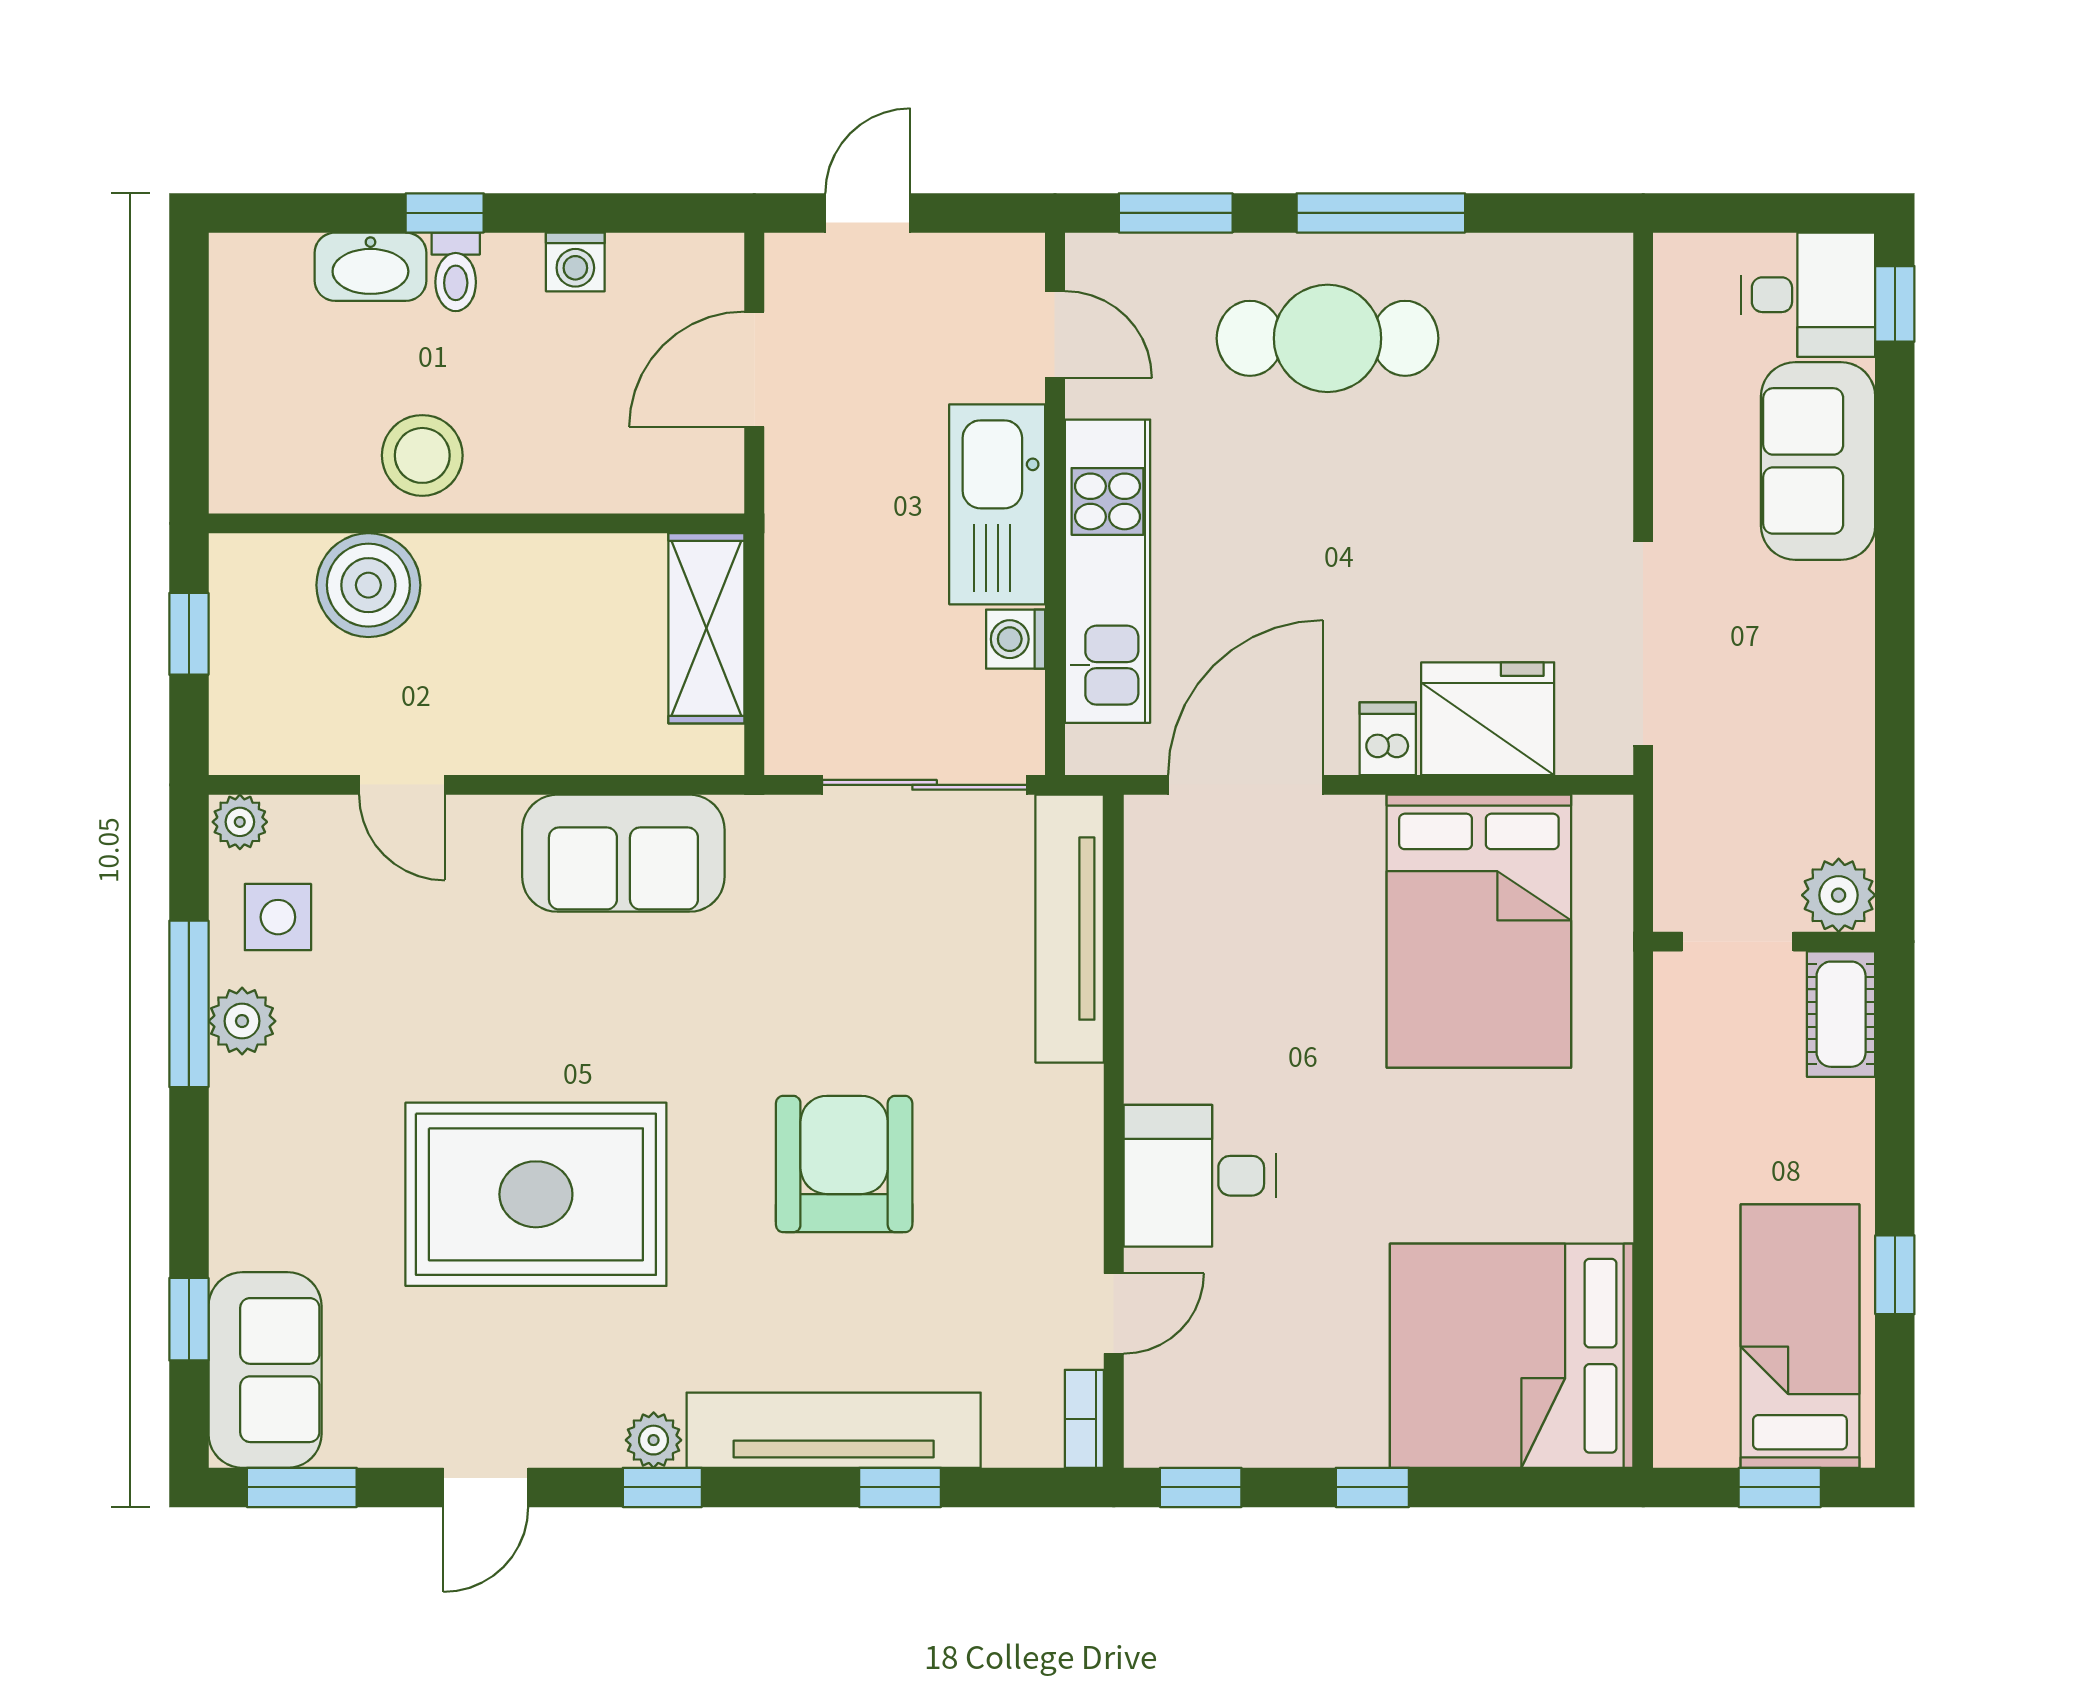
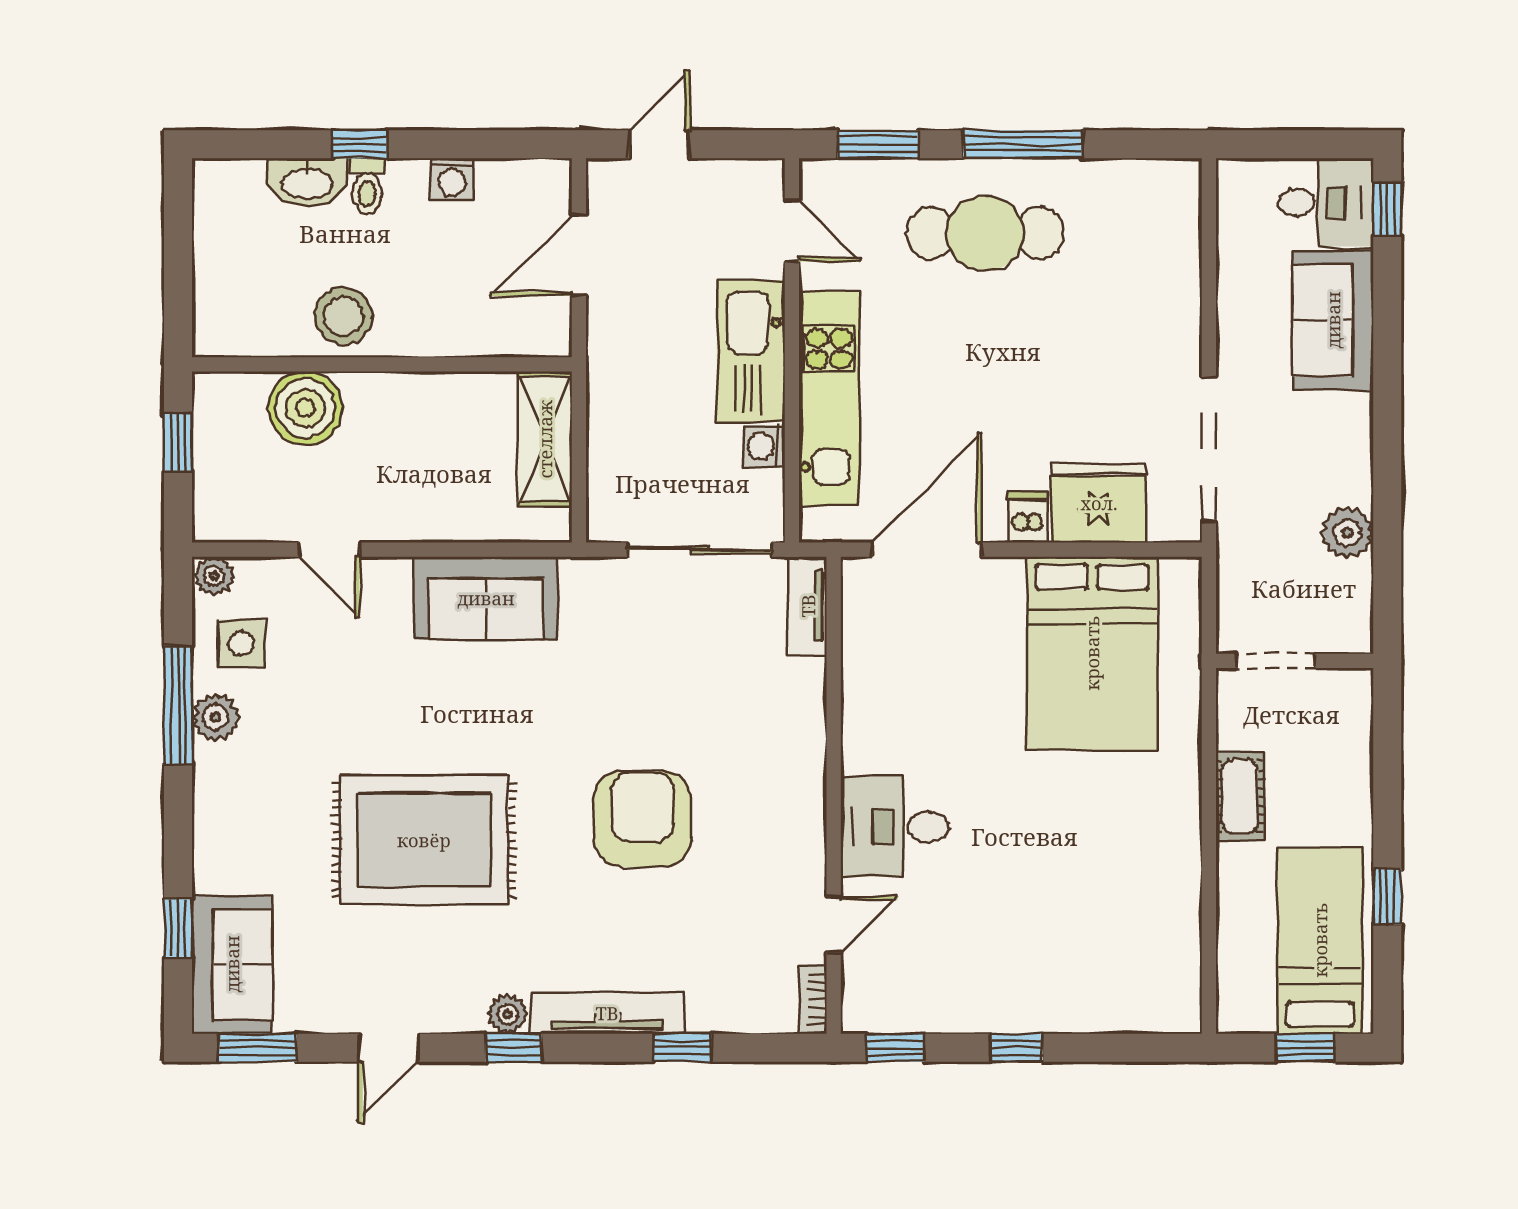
plant: (1839, 895) -> (1347, 533), moved
tv unit: (1070, 929) -> (808, 606), width x0.52, depth x0.78
cot: (1841, 1014) -> (1240, 796), moved
bed: (1512, 1356) -> (1116, 954), removed
tv unit: (834, 1430) -> (607, 1013), width x0.73, depth x0.78

